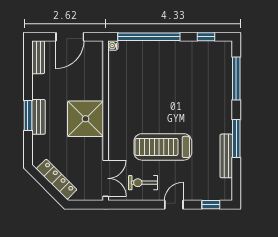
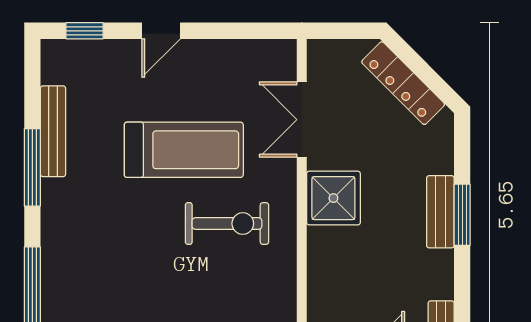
shower: (86, 119) -> (333, 198), width x0.73, depth x0.73
double door: (106, 178) -> (302, 120), moved
exercise bike: (143, 183) -> (227, 224), moved, width x1.38, depth x1.39

